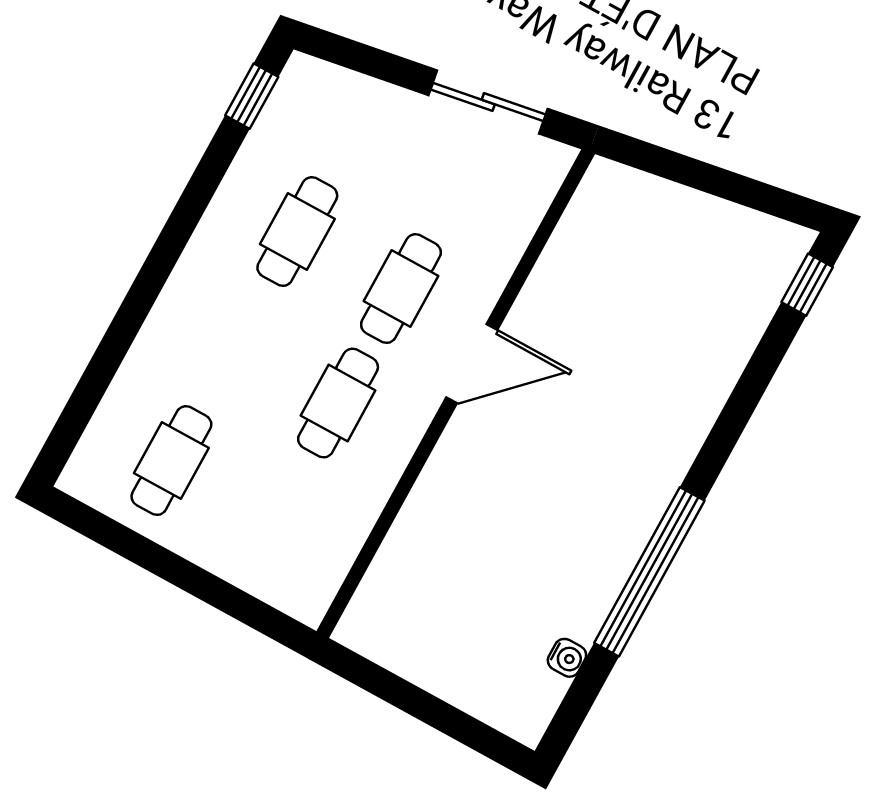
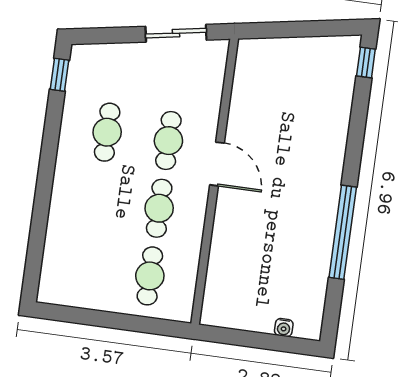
door: (472, 364) -> (217, 164), hinge flipped
cafe table: (171, 461) -> (150, 276), moved
water cooler: (567, 658) -> (284, 328), moved, turned 90

